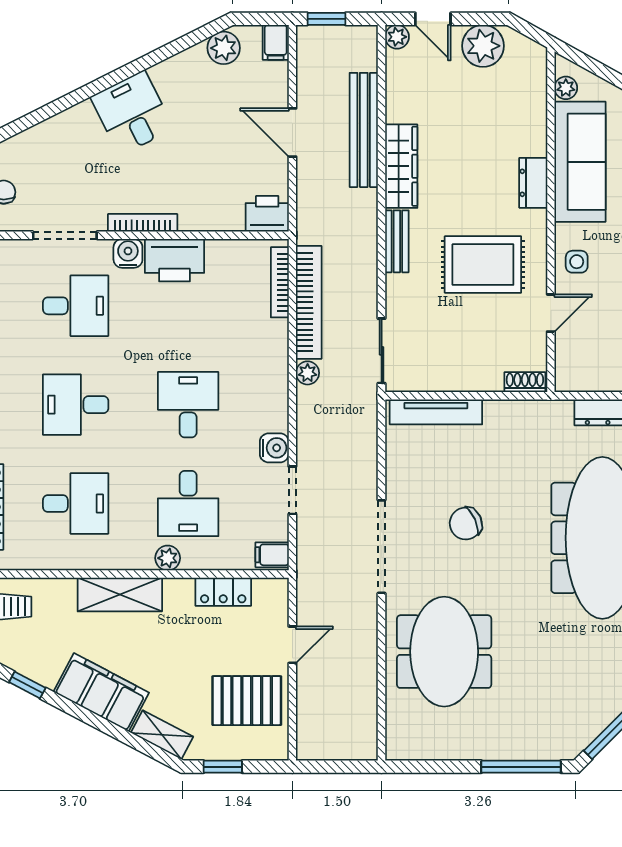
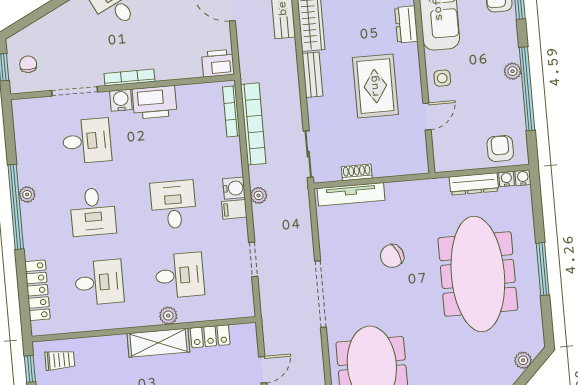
rug: (483, 265) -> (375, 86), turned 90
plant: (308, 373) -> (259, 195), moved
shoe rack: (525, 382) -> (357, 172), moved
desk: (76, 405) -> (93, 212), turned -90
water cooler: (274, 448) -> (234, 188), moved
desk: (188, 504) -> (180, 275), turned -90
chair: (466, 523) -> (392, 256), moved
filing cabinet: (272, 555) -> (234, 209), moved
shelving: (120, 595) -> (158, 343), moved

